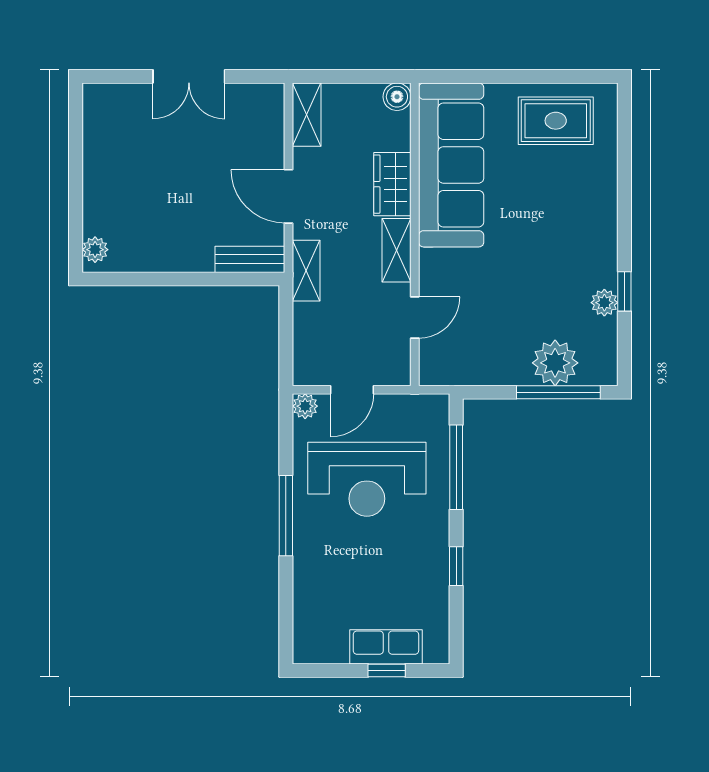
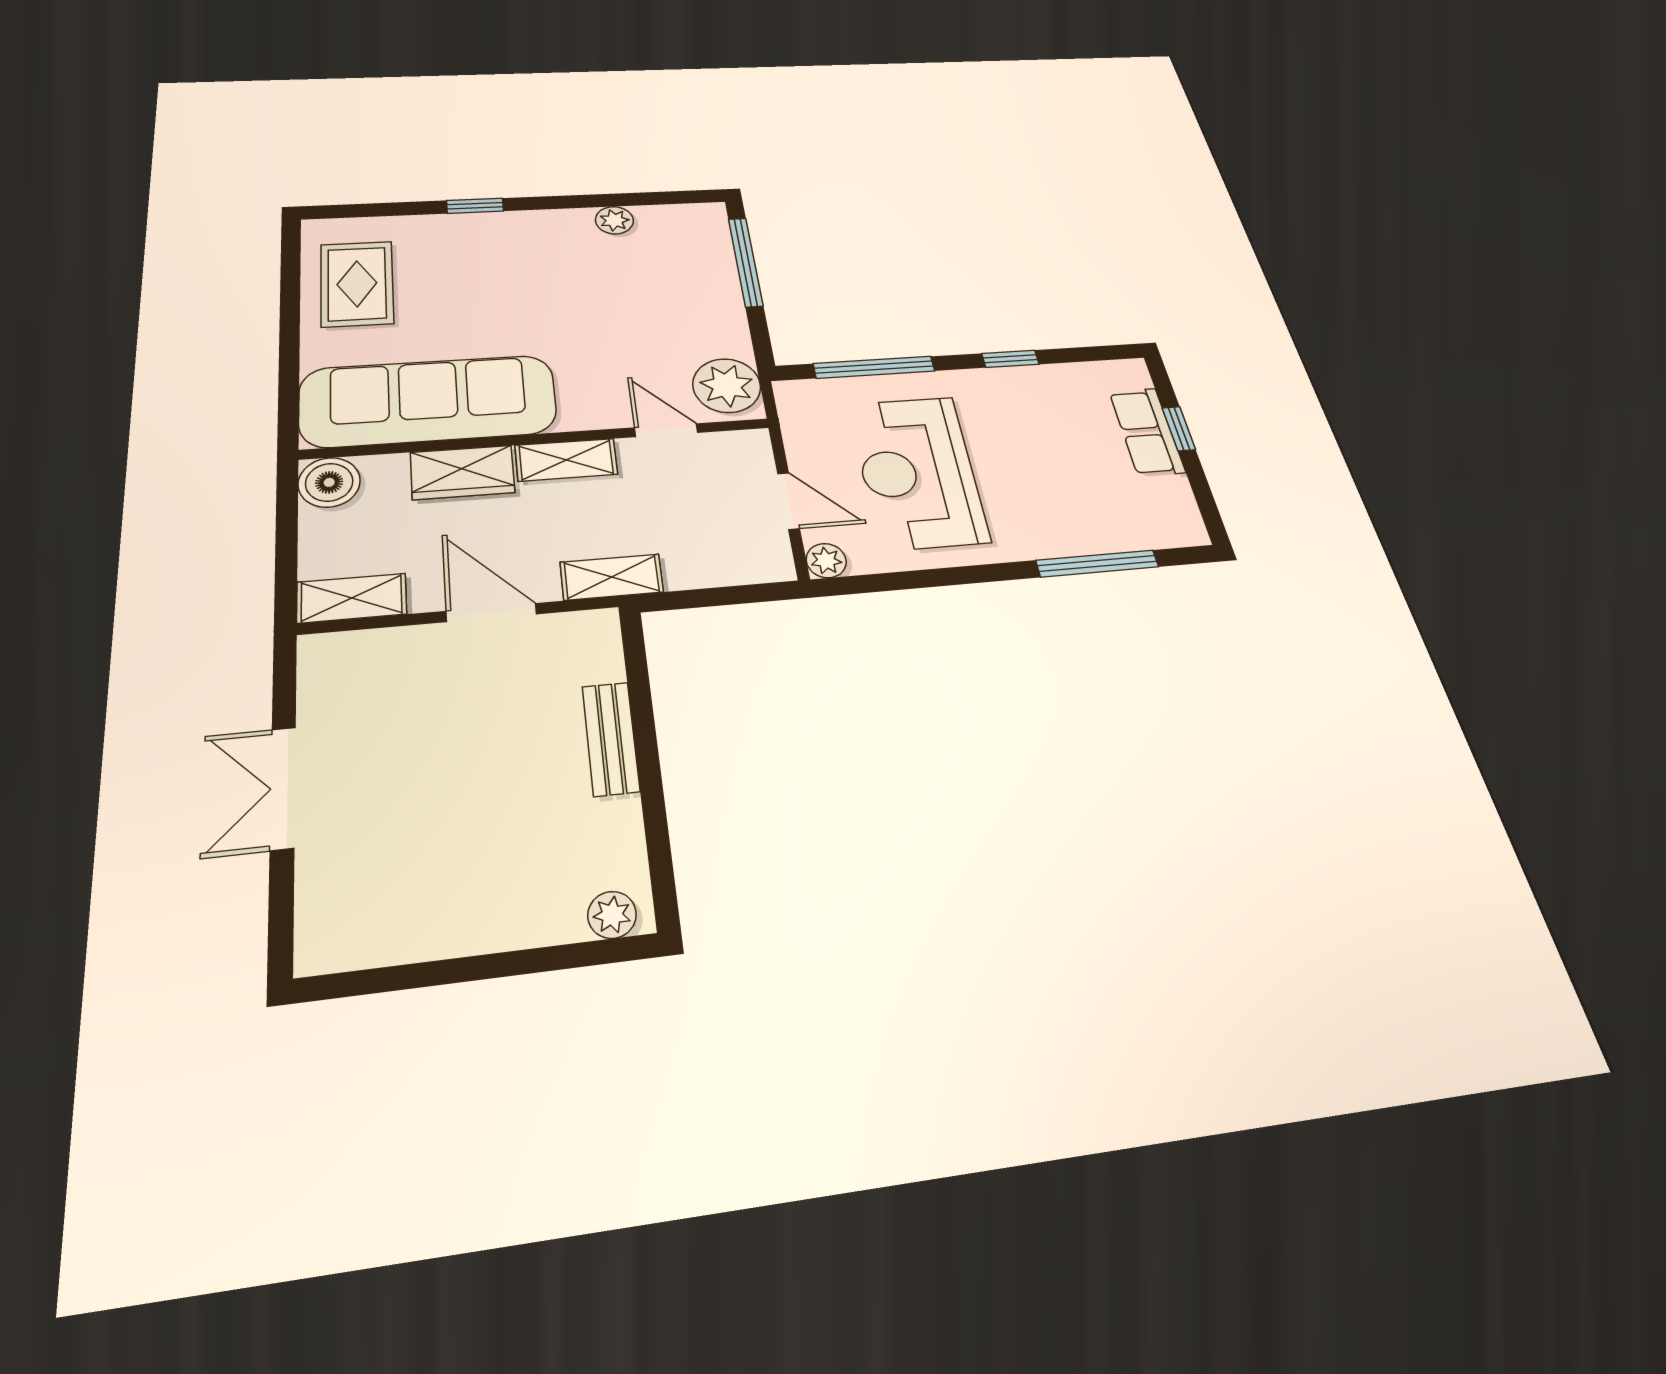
double door: (189, 76) -> (283, 788), swing flipped
boiler: (397, 97) -> (329, 482), width x1.36, depth x1.36
door: (289, 196) -> (491, 613), swing flipped
bench: (250, 259) -> (611, 738), moved
window: (624, 291) -> (475, 206), moved
plant: (555, 363) -> (727, 386), moved
reception desk: (367, 479) -> (918, 472), turned 180
window: (286, 516) -> (1097, 564), moved

